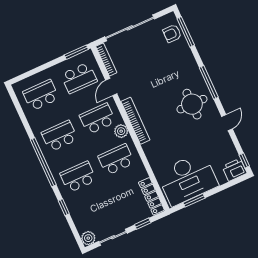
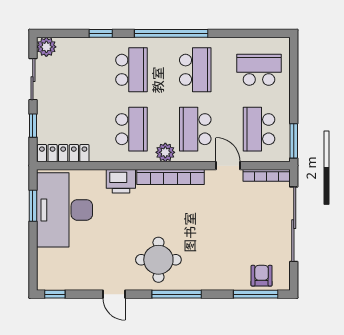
school desk: (41, 95) -> (259, 70), turned -90
school desk: (98, 119) -> (195, 129), turned 180
printer: (234, 170) -> (121, 181), moved, turned 90

